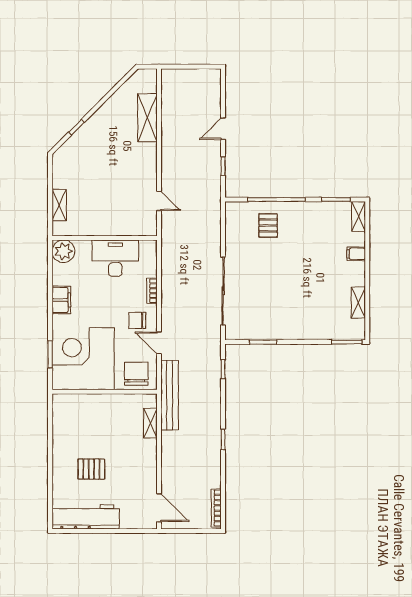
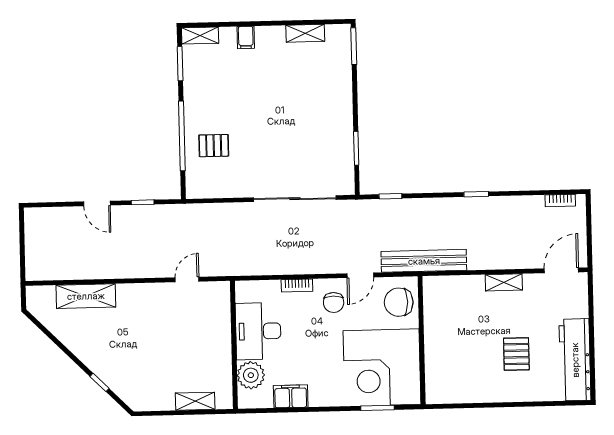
plant: (63, 251) -> (251, 375), moved
filing cabinet: (61, 300) -> (291, 396), moved
shelving: (150, 423) -> (504, 282), moved
bookcase: (216, 508) -> (560, 200), width x0.64

